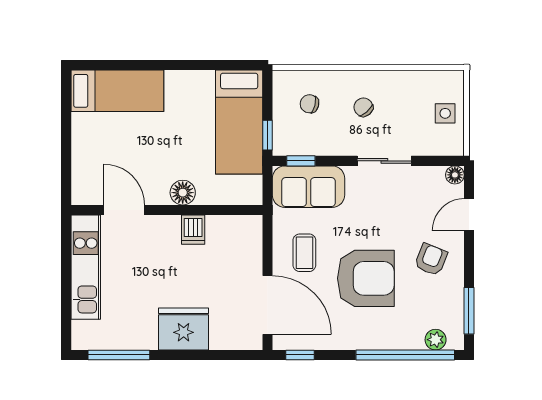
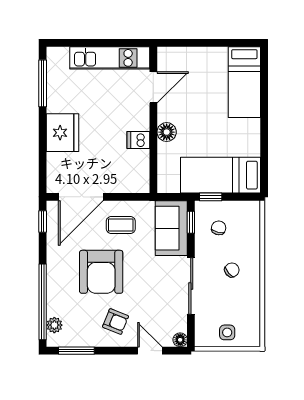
chair: (309, 104) -> (219, 228), moved
sliding door: (384, 161) -> (191, 286), width x1.37

